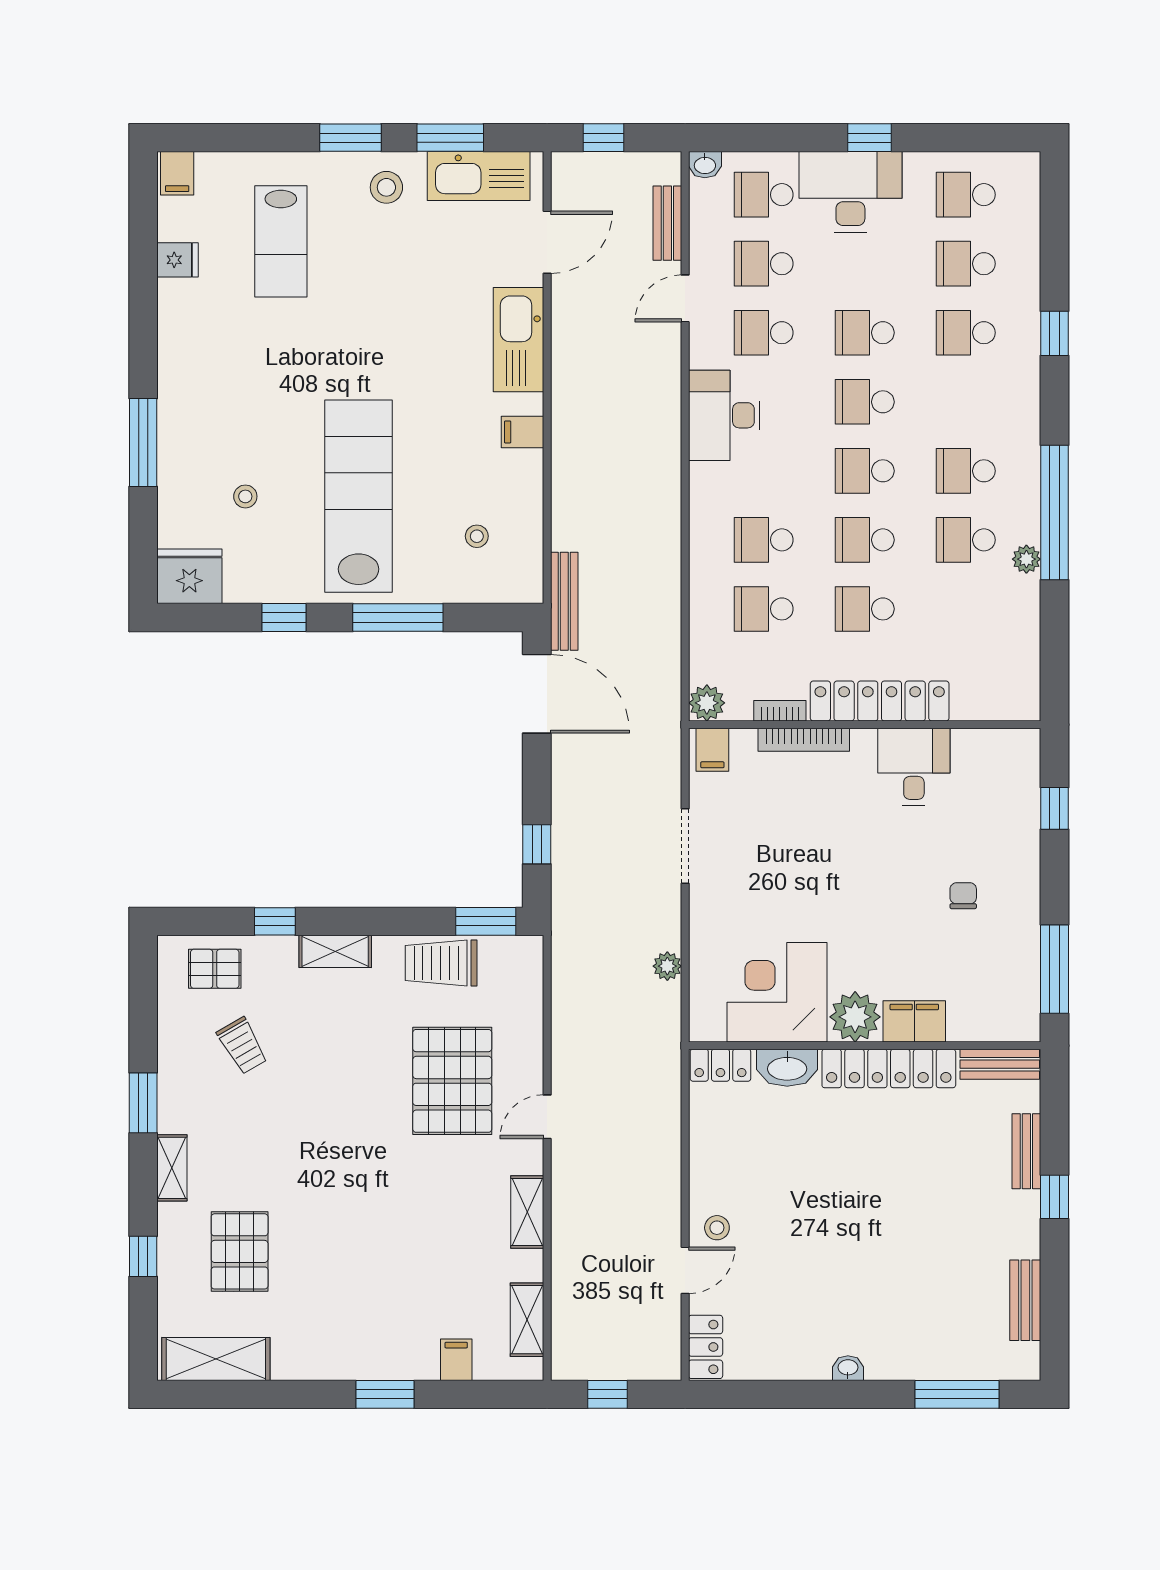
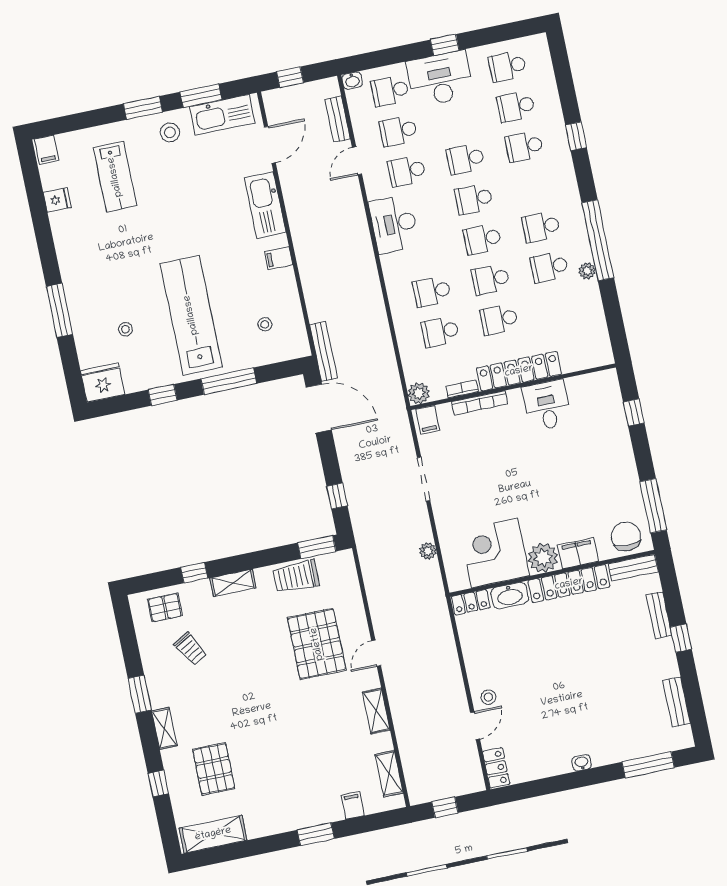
chair: (963, 896) -> (626, 536), moved, width x1.87, depth x1.87

